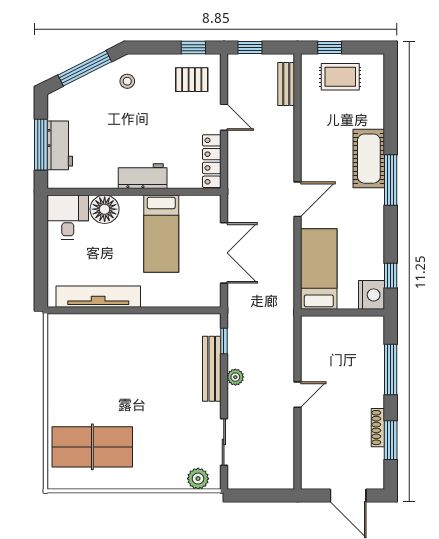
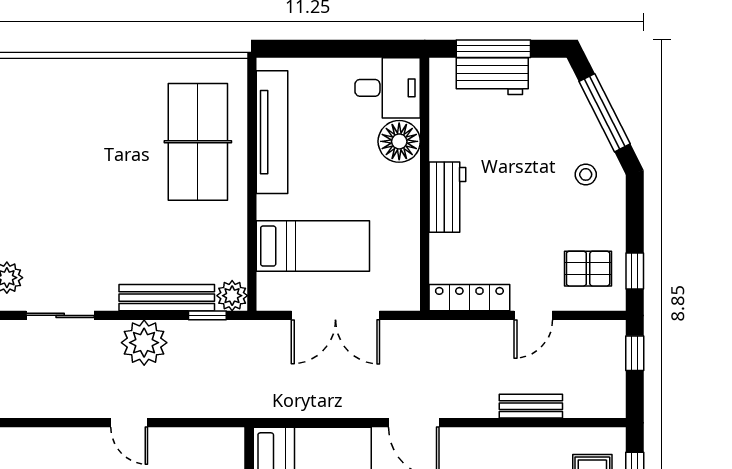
pallet: (192, 80) -> (588, 269), turned 90
bench: (286, 84) -> (531, 406), moved
bed: (161, 234) -> (313, 246), moved, turned 180
plant: (210, 324) -> (232, 296), added
plant: (235, 377) -> (144, 343), width x1.88, depth x1.88
table tennis table: (92, 447) -> (198, 142), moved

